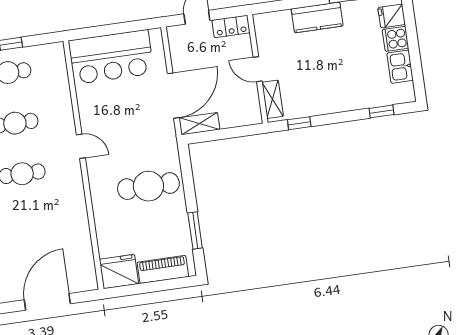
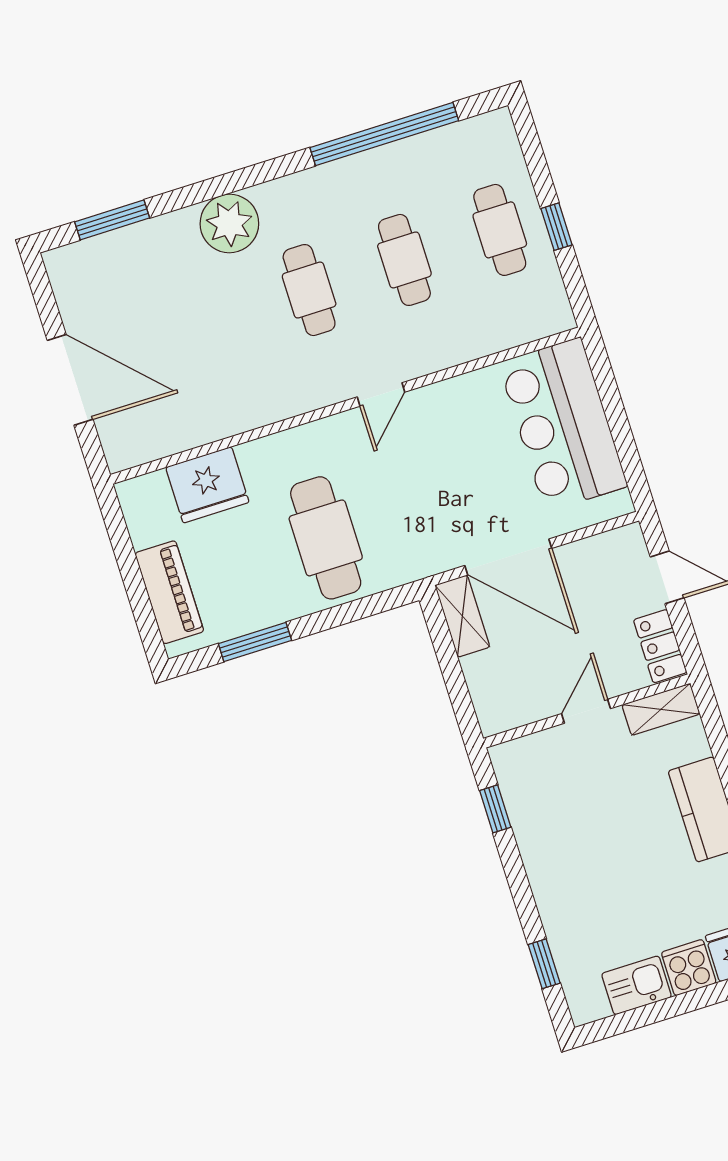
shelving: (273, 99) -> (661, 709), moved
fridge: (119, 272) -> (207, 485), moved, turned 90

